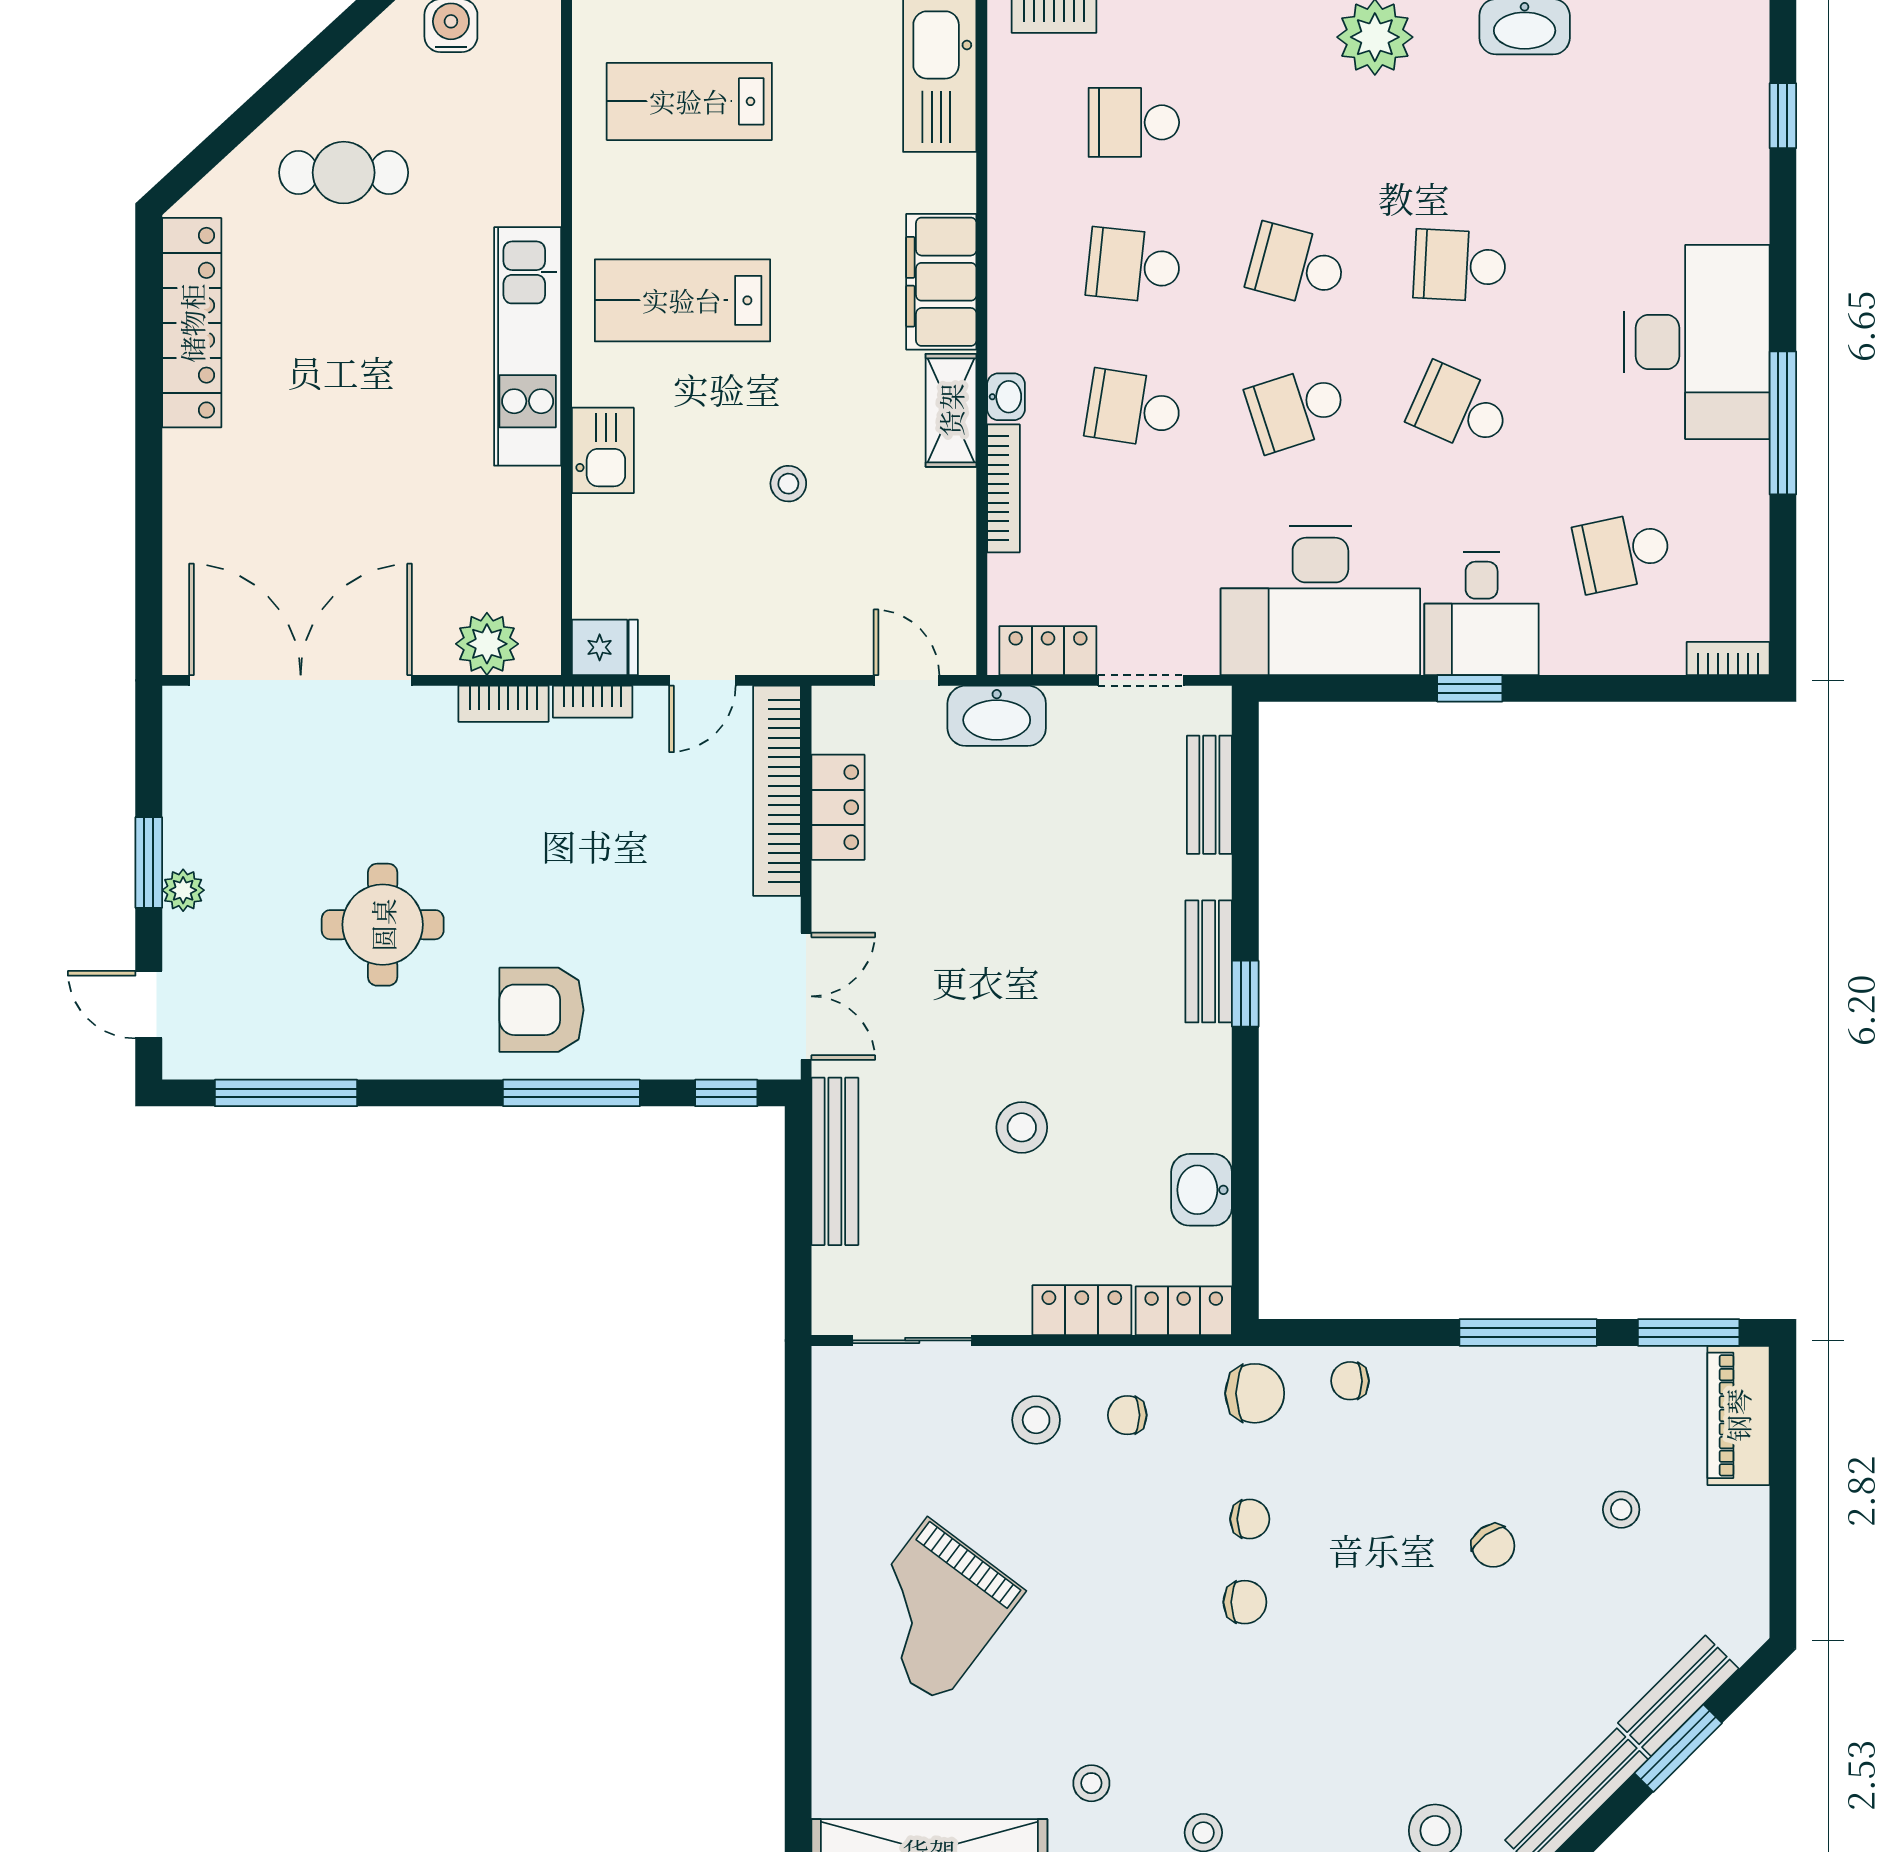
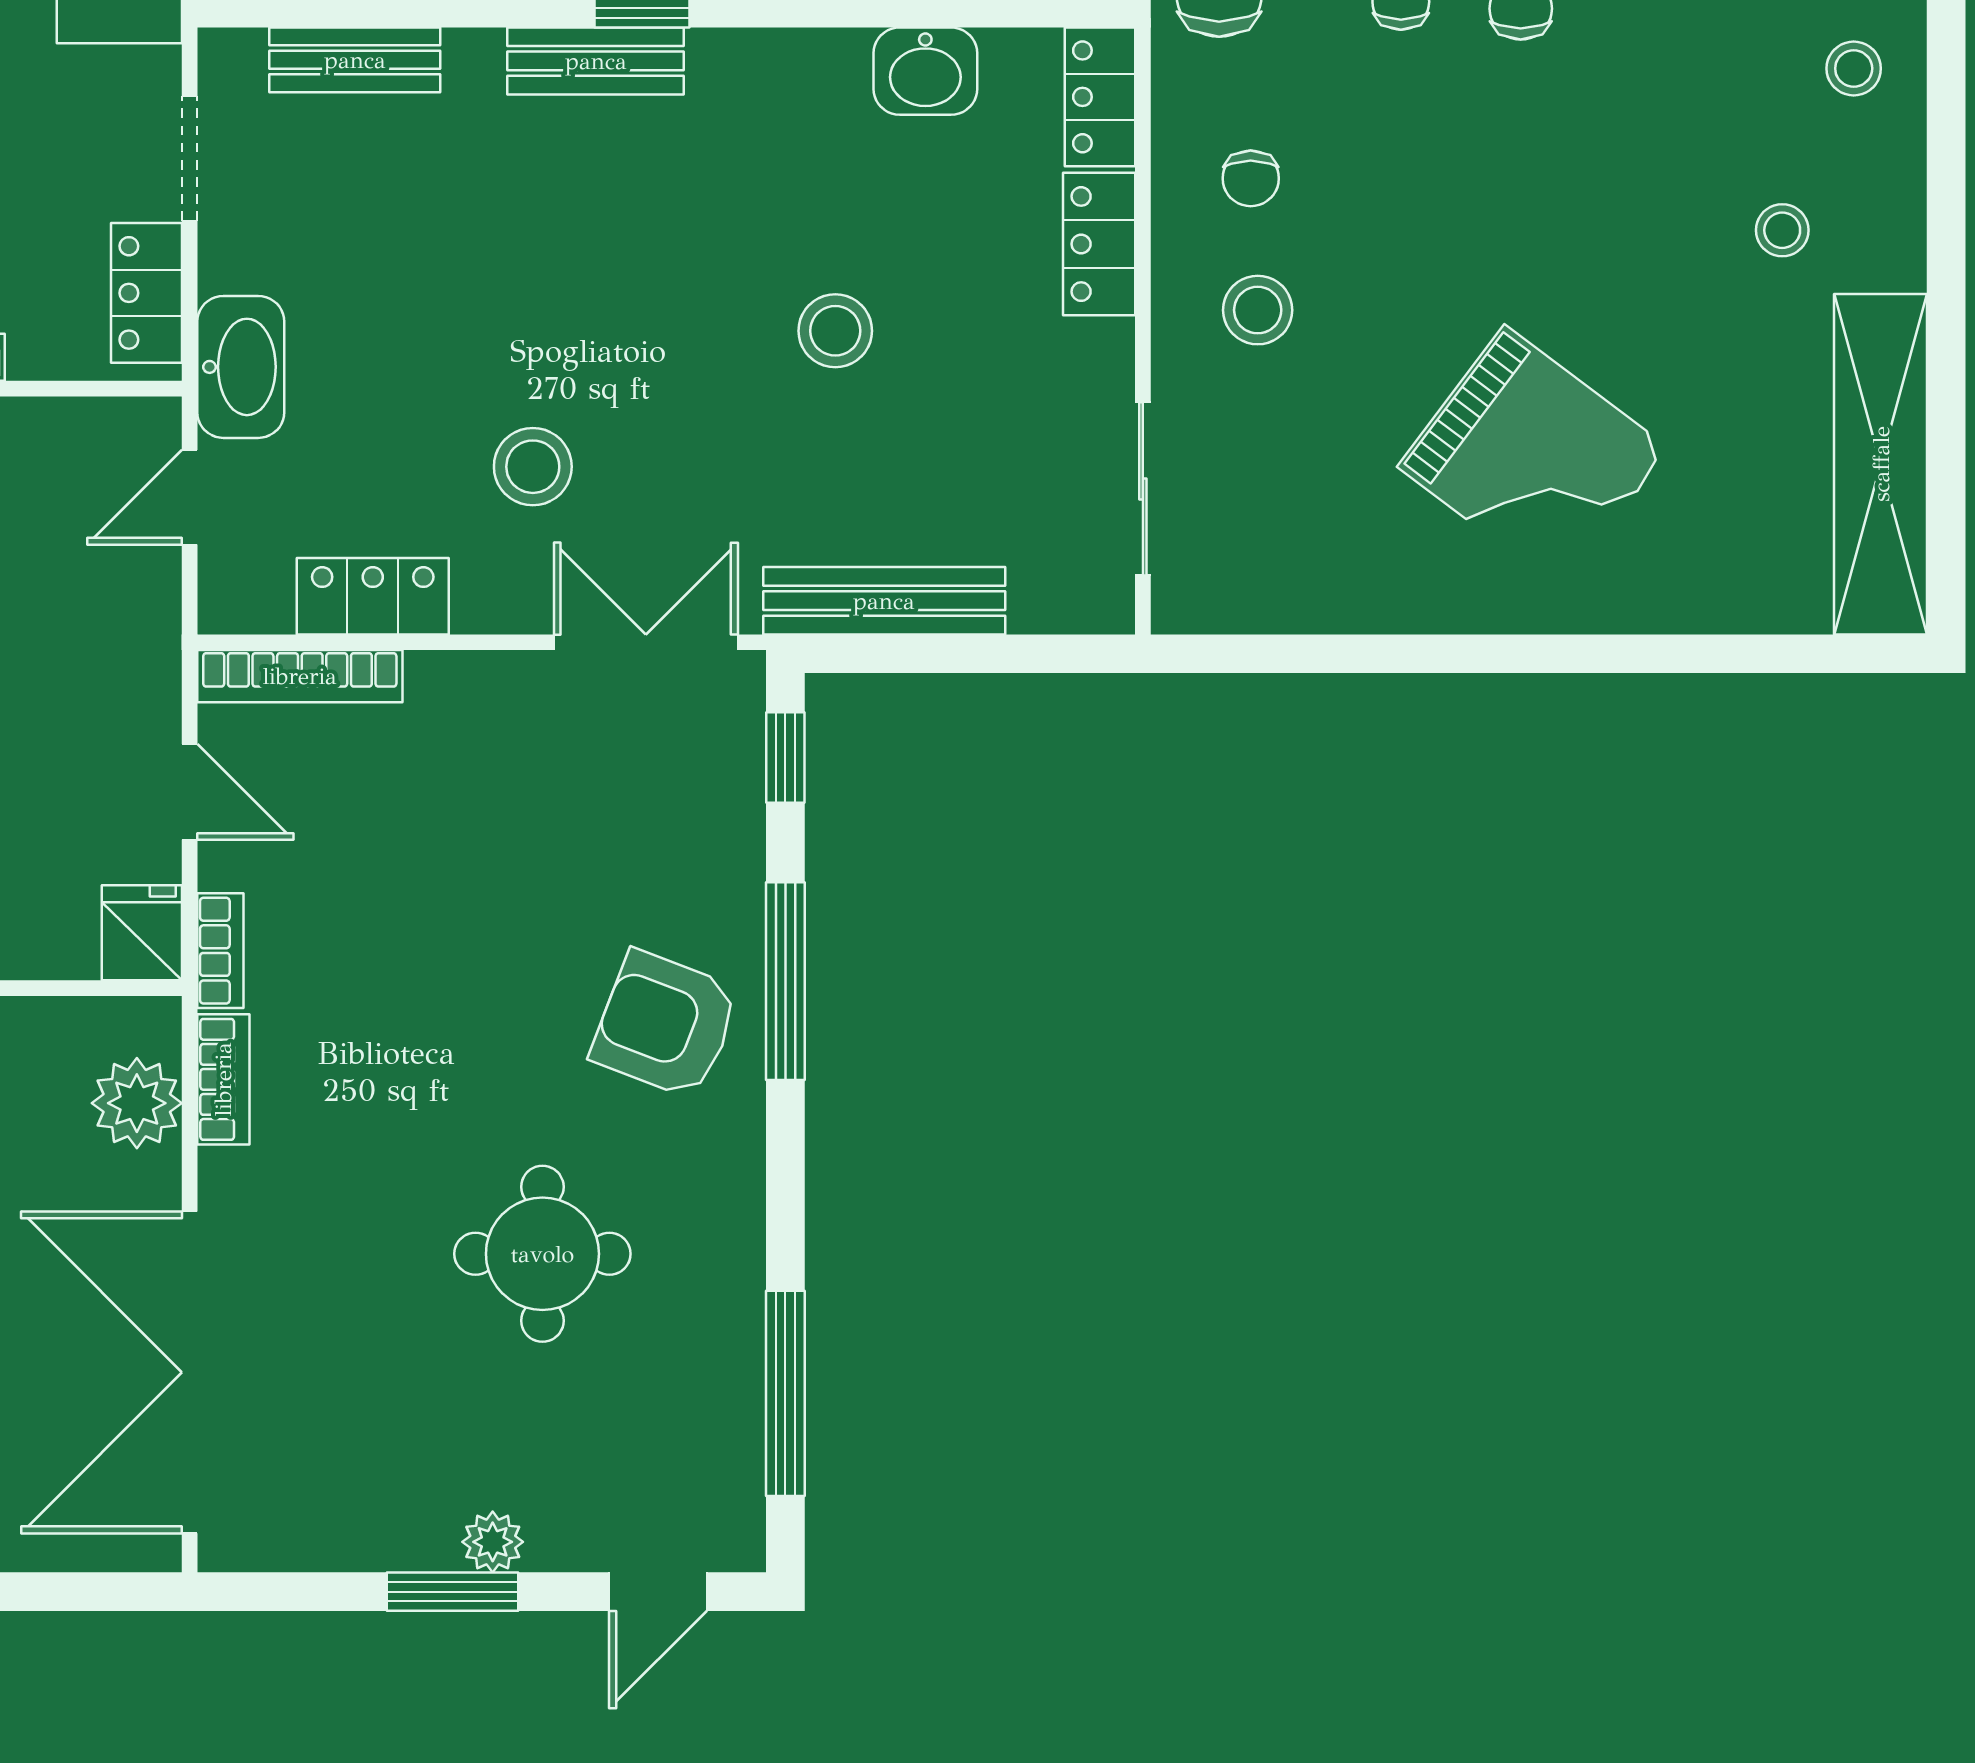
bookcase: (777, 791) -> (300, 676), width x0.68, depth x0.76
stool: (928, 918) -> (533, 467), added
armchair: (542, 1010) -> (665, 1024), turned 111

